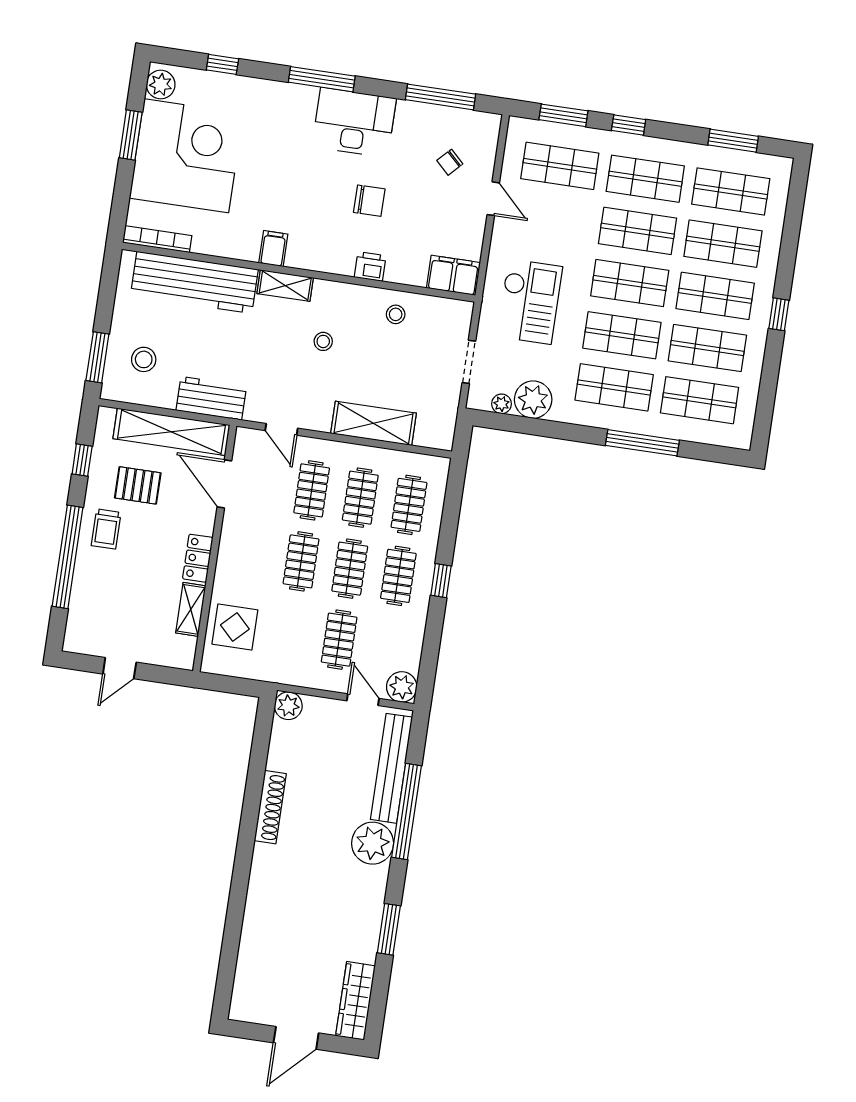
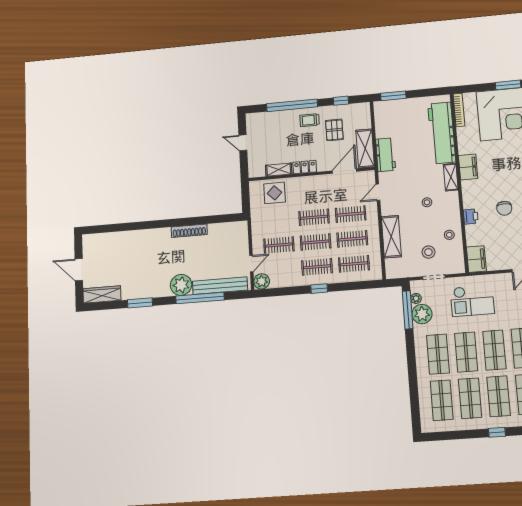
filing cabinet: (273, 249) -> (468, 167), width x2.00
stool: (144, 359) -> (428, 252), moved
shelving: (171, 432) -> (365, 148), width x0.68
window: (642, 443) -> (408, 310), moved
plant: (288, 706) -> (241, 228), removed

